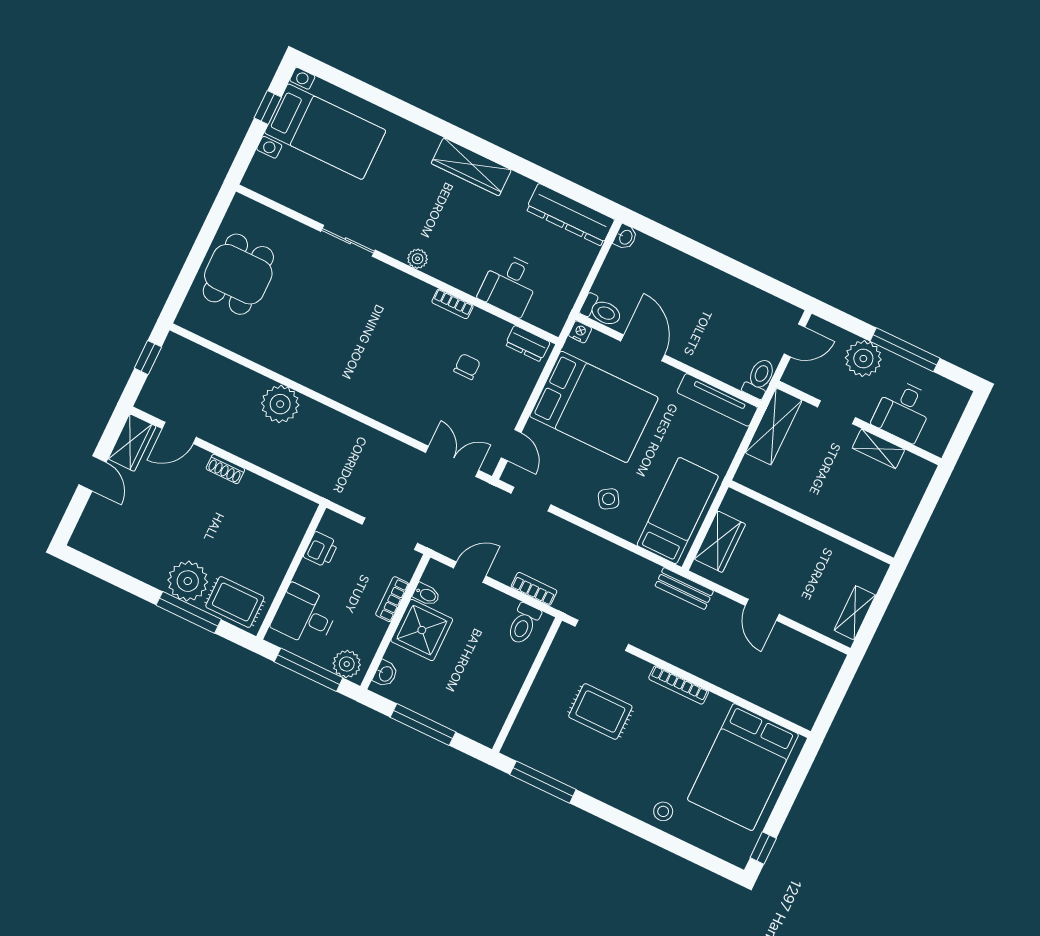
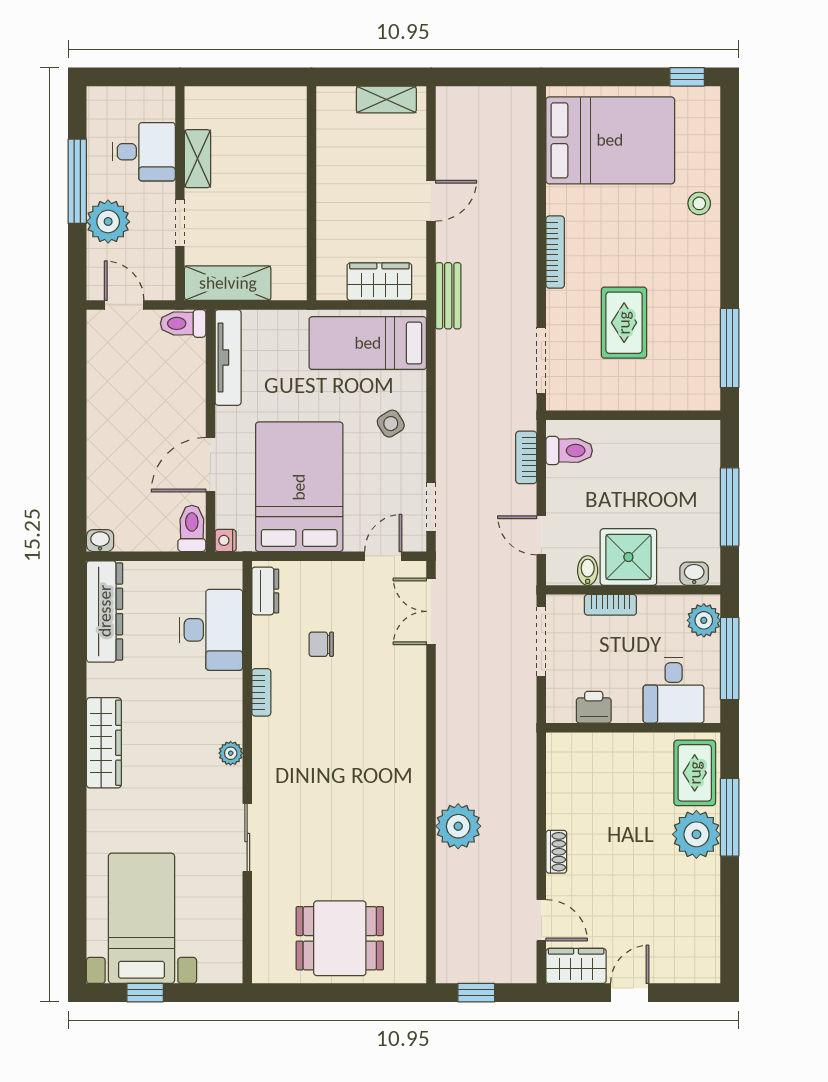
desk: (510, 284) -> (211, 630), width x1.37

